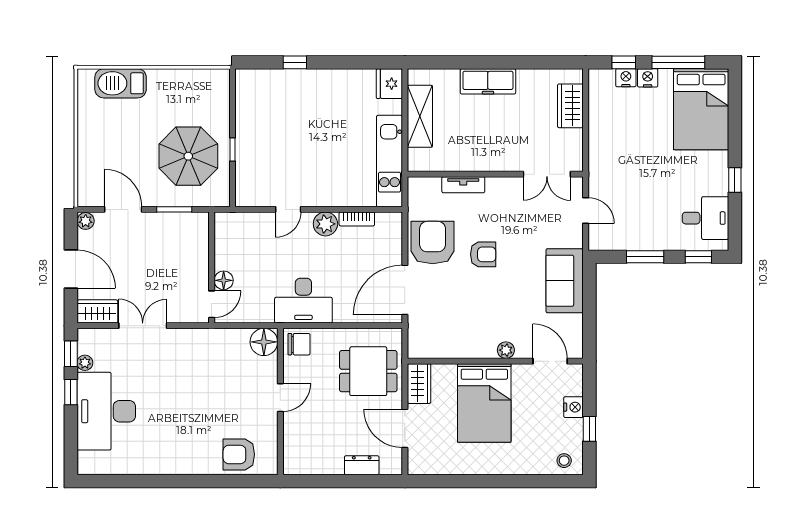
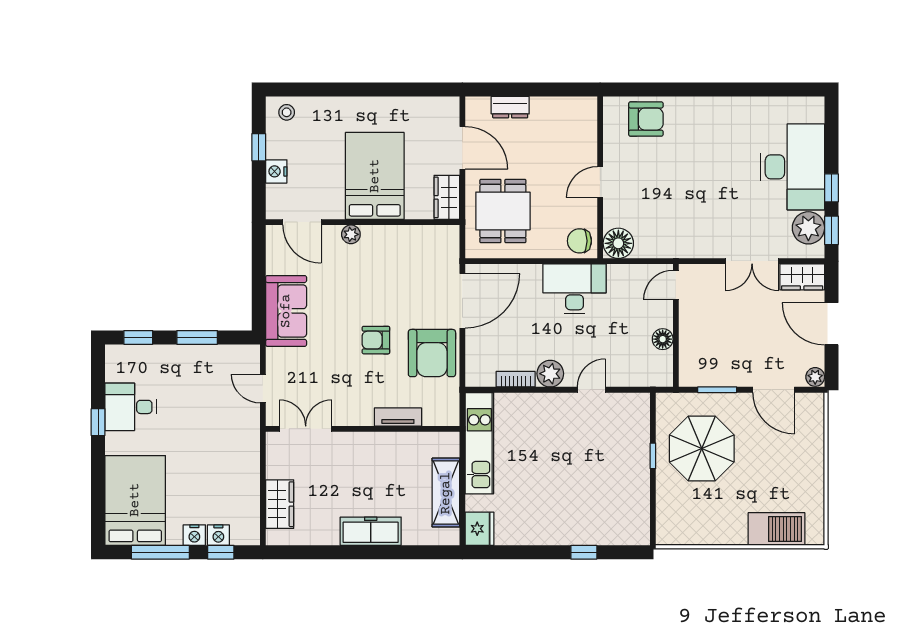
desk: (705, 218) -> (130, 407), moved
floor lamp: (224, 280) -> (663, 339), moved
plant: (85, 363) -> (808, 228), width x1.88, depth x1.88
dining table: (368, 371) -> (503, 211), turned 90

